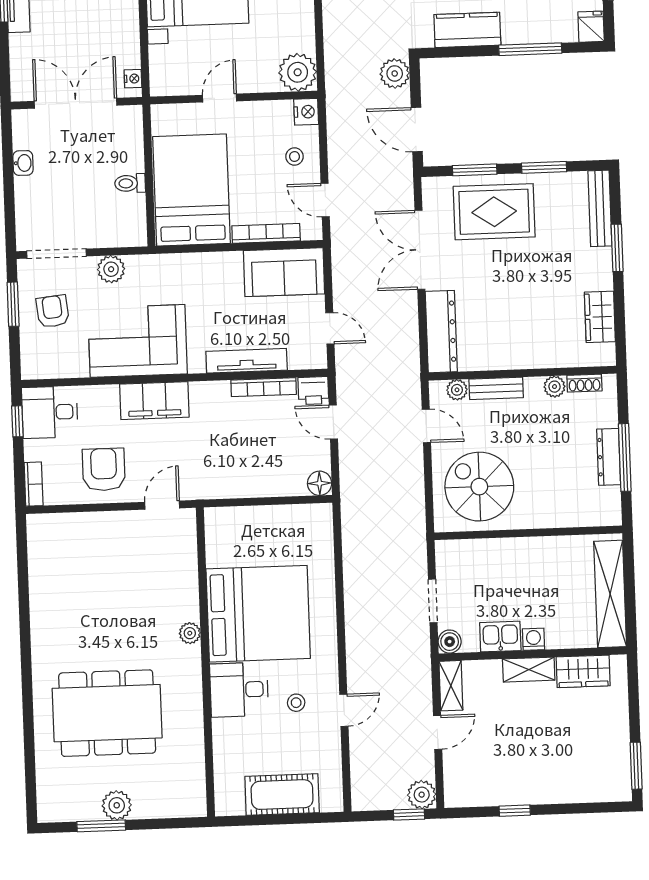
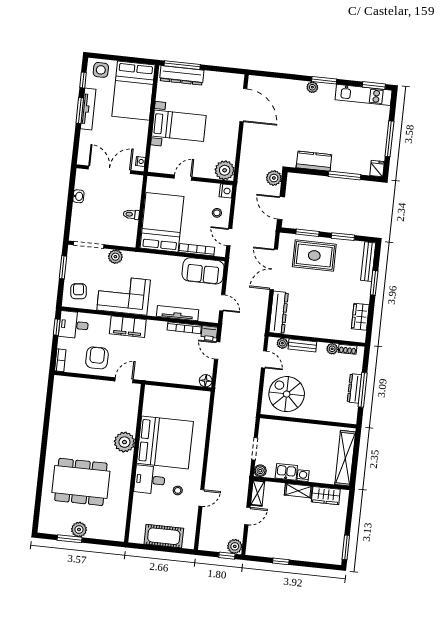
armchair: (53, 311) -> (79, 291), moved
plant: (190, 633) -> (124, 442), width x1.88, depth x1.88

